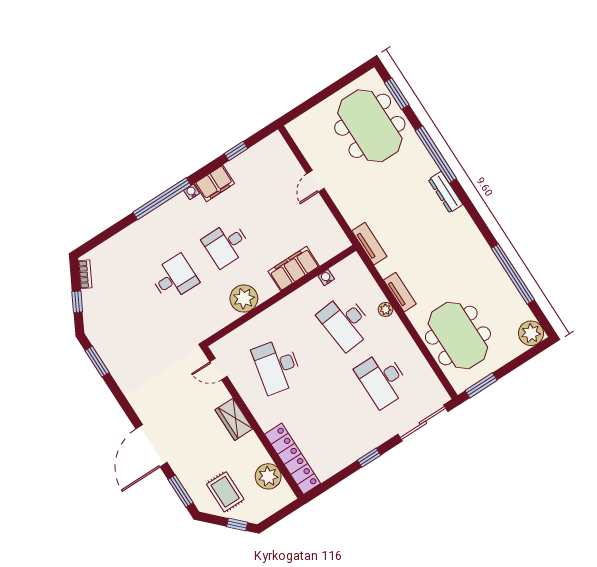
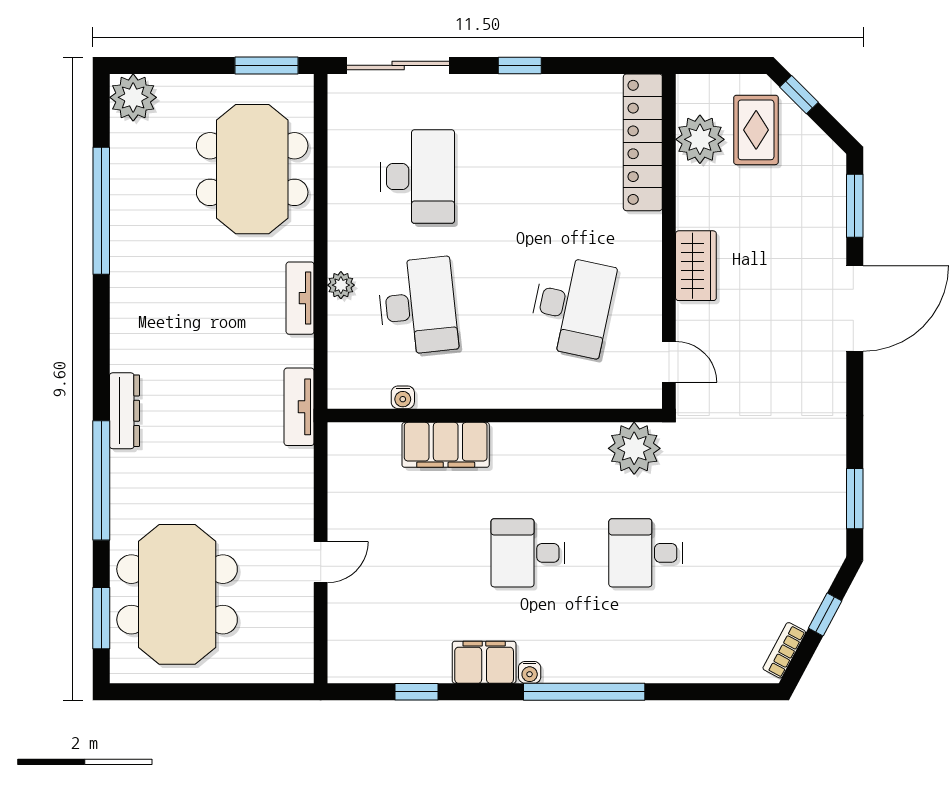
desk: (226, 244) -> (528, 553), turned 180
plant: (244, 299) -> (634, 448), moved
rug: (225, 492) -> (756, 130), moved

